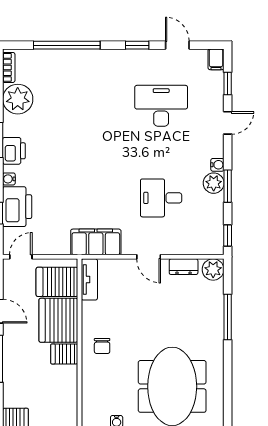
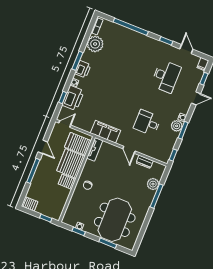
desk: (161, 106) -> (166, 76), turned 90
plant: (213, 269) -> (153, 184), moved

